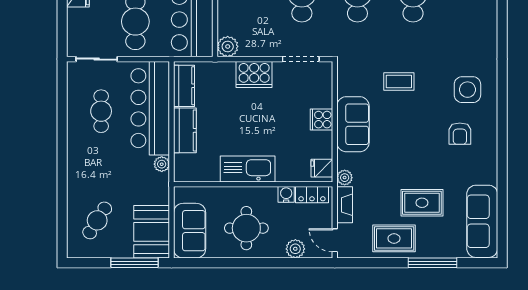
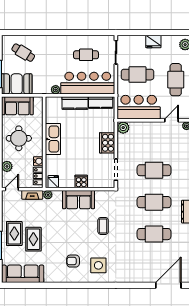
rug: (394, 238) -> (14, 234), moved

